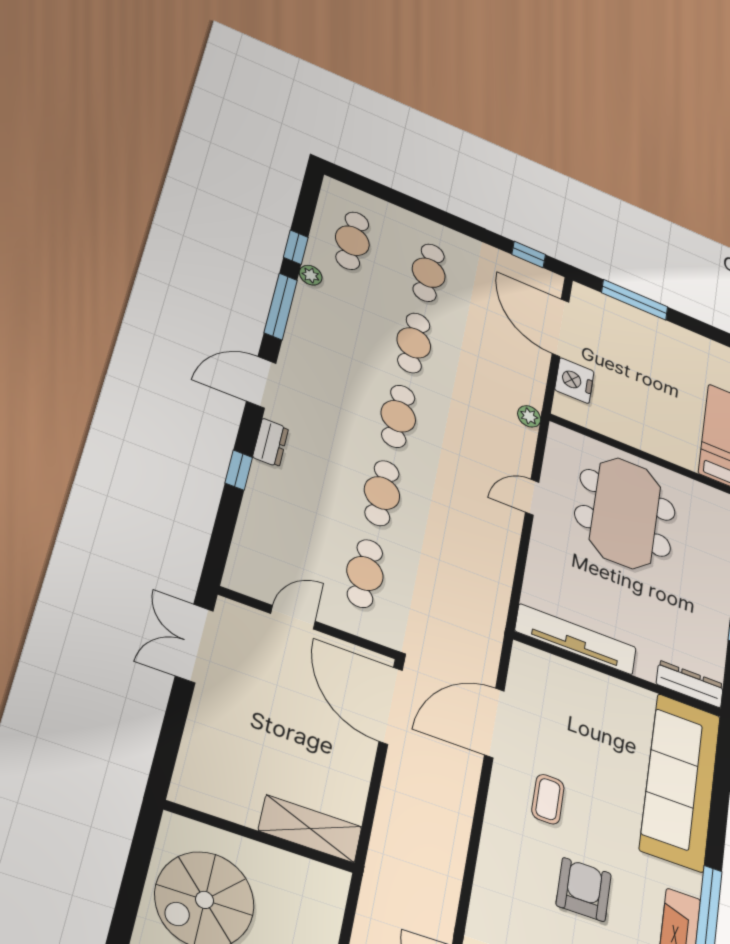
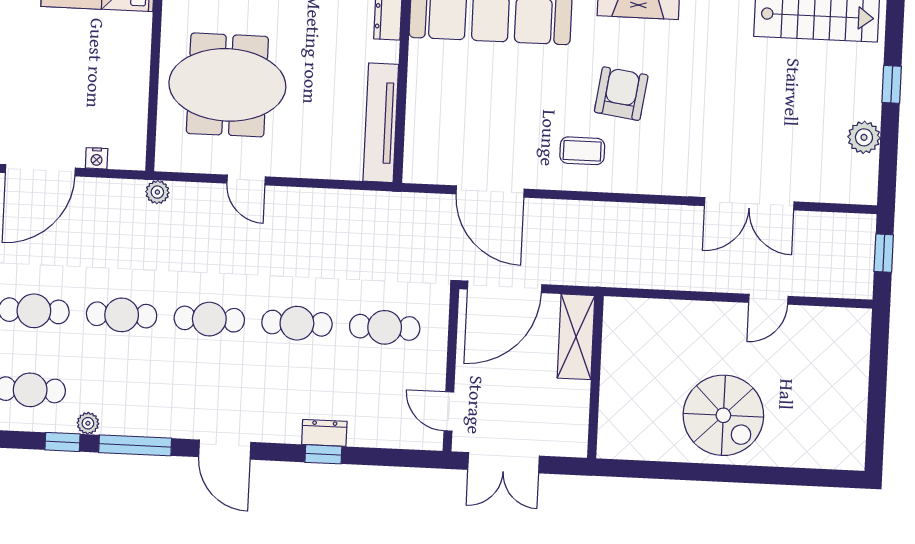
nightstand: (574, 381) -> (97, 158), width x0.53, depth x0.56
dresser: (271, 443) -> (324, 433), moved
door: (293, 617) -> (449, 411), moved
coffee table: (548, 799) -> (582, 151), moved
shelving: (310, 829) -> (576, 337), moved
wall: (260, 837) -> (595, 377), moved
armchair: (584, 890) -> (621, 94), turned 98

